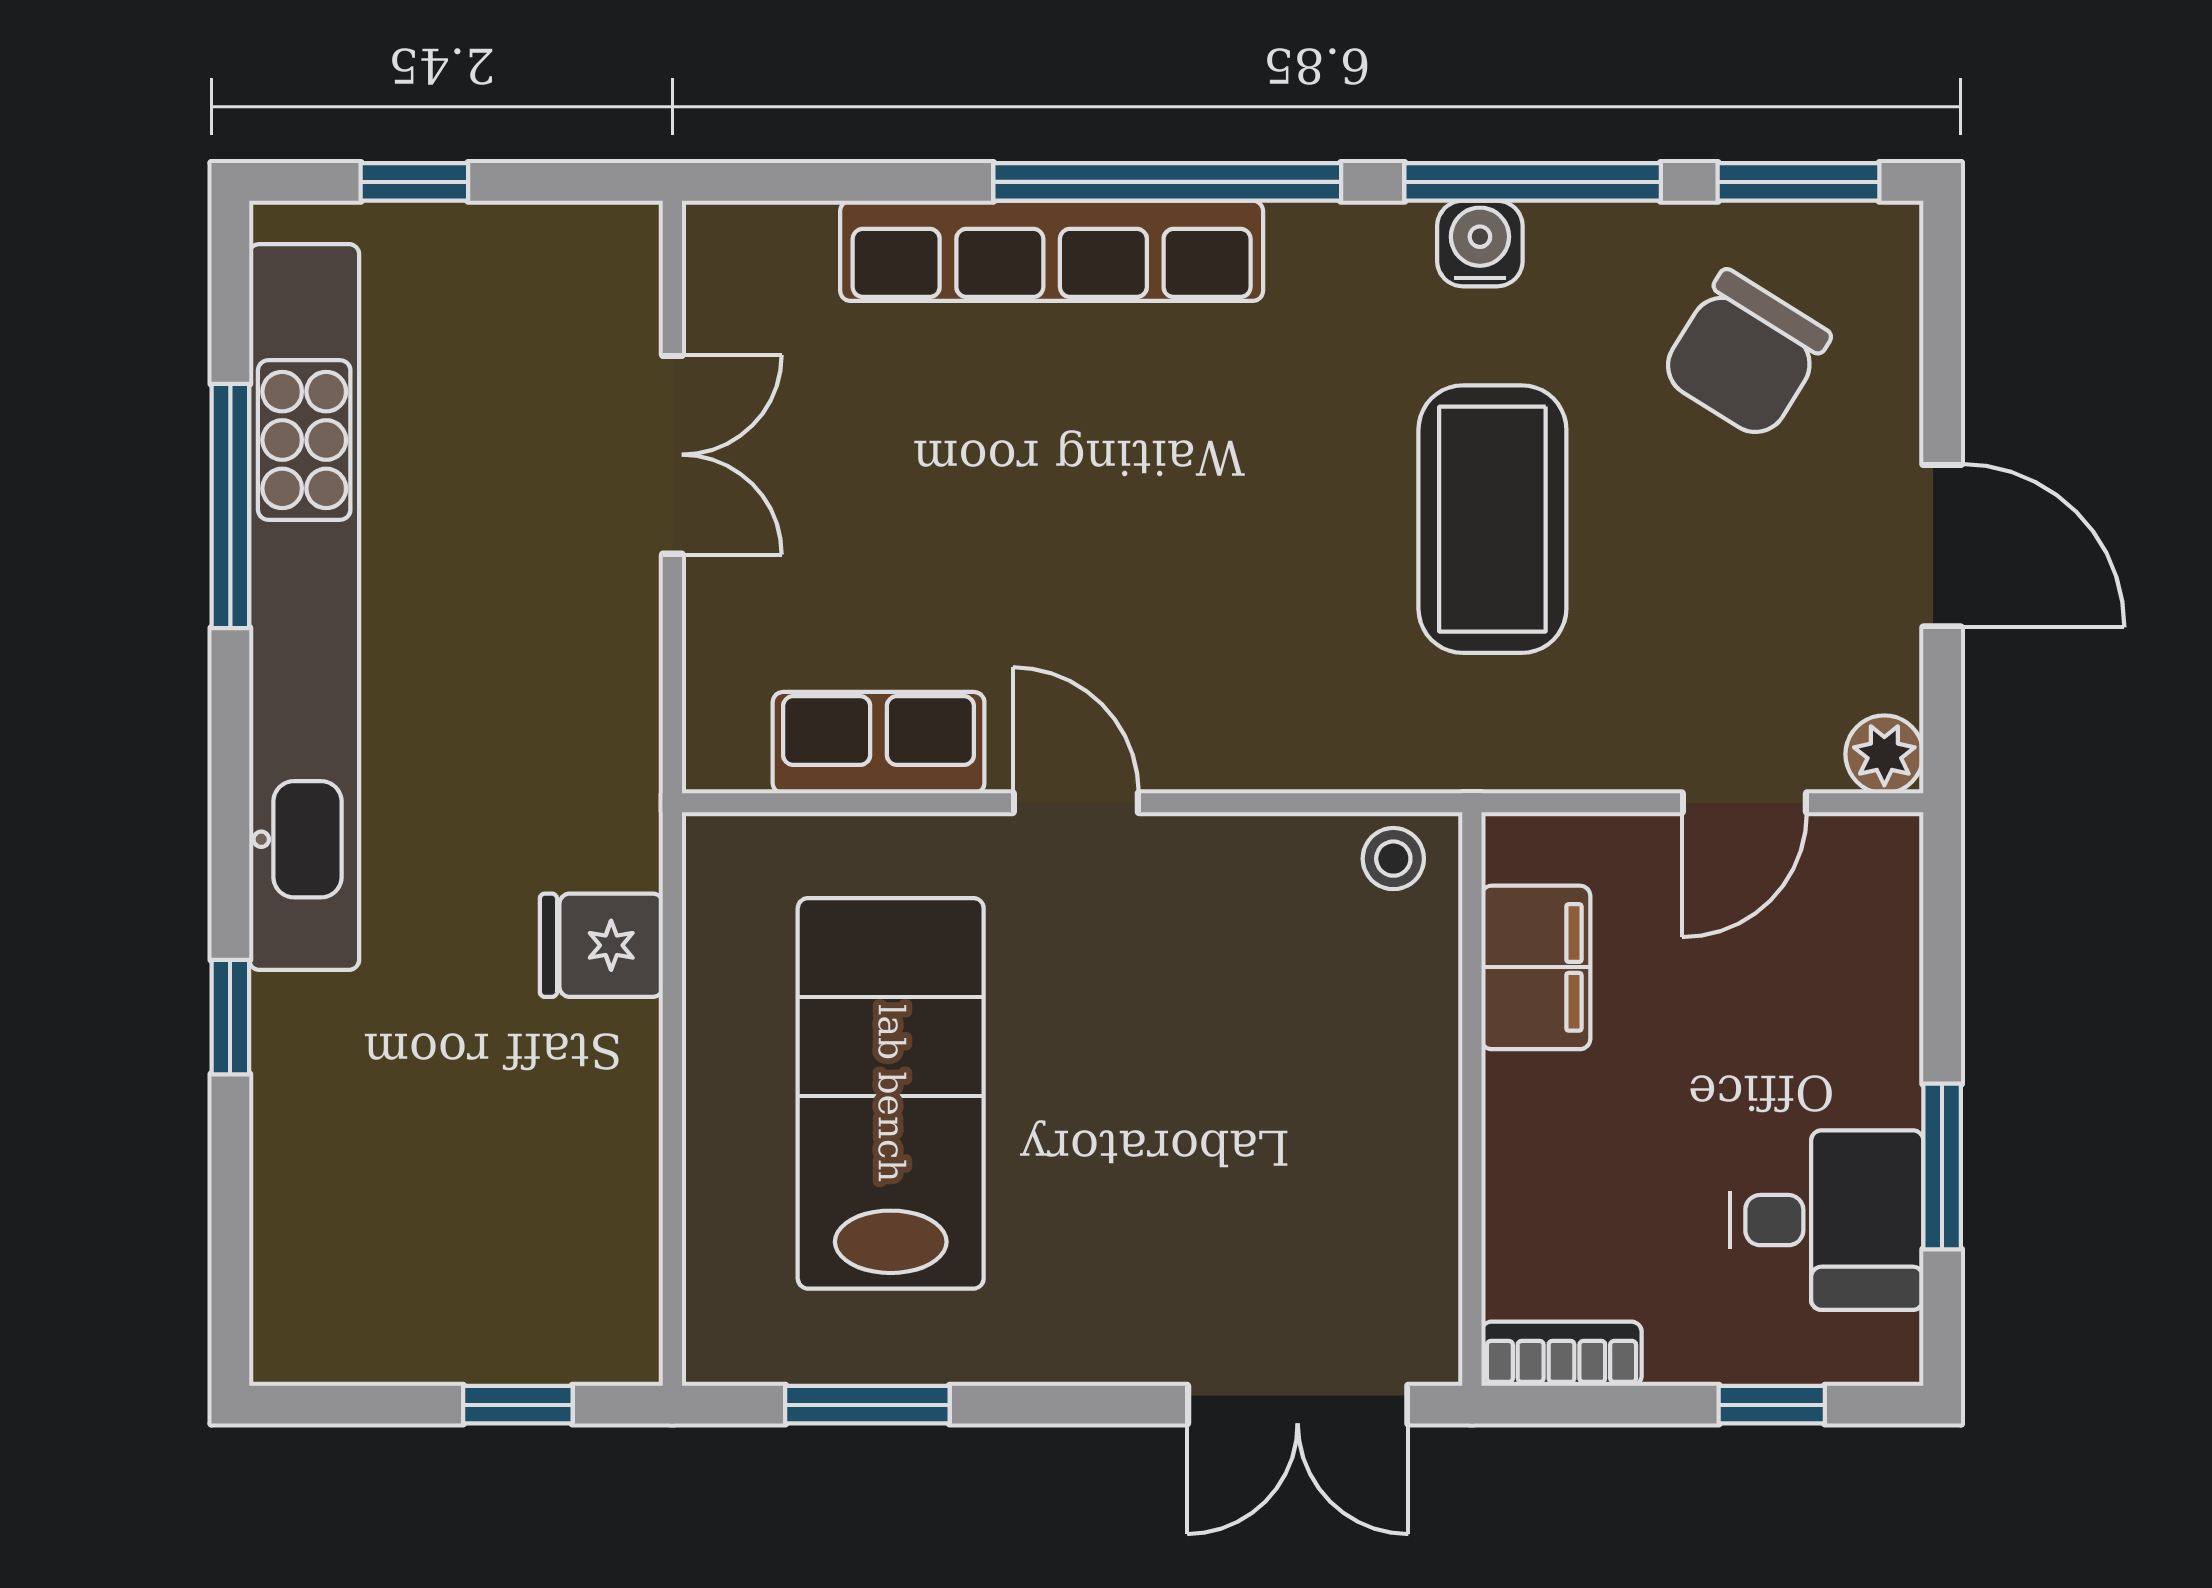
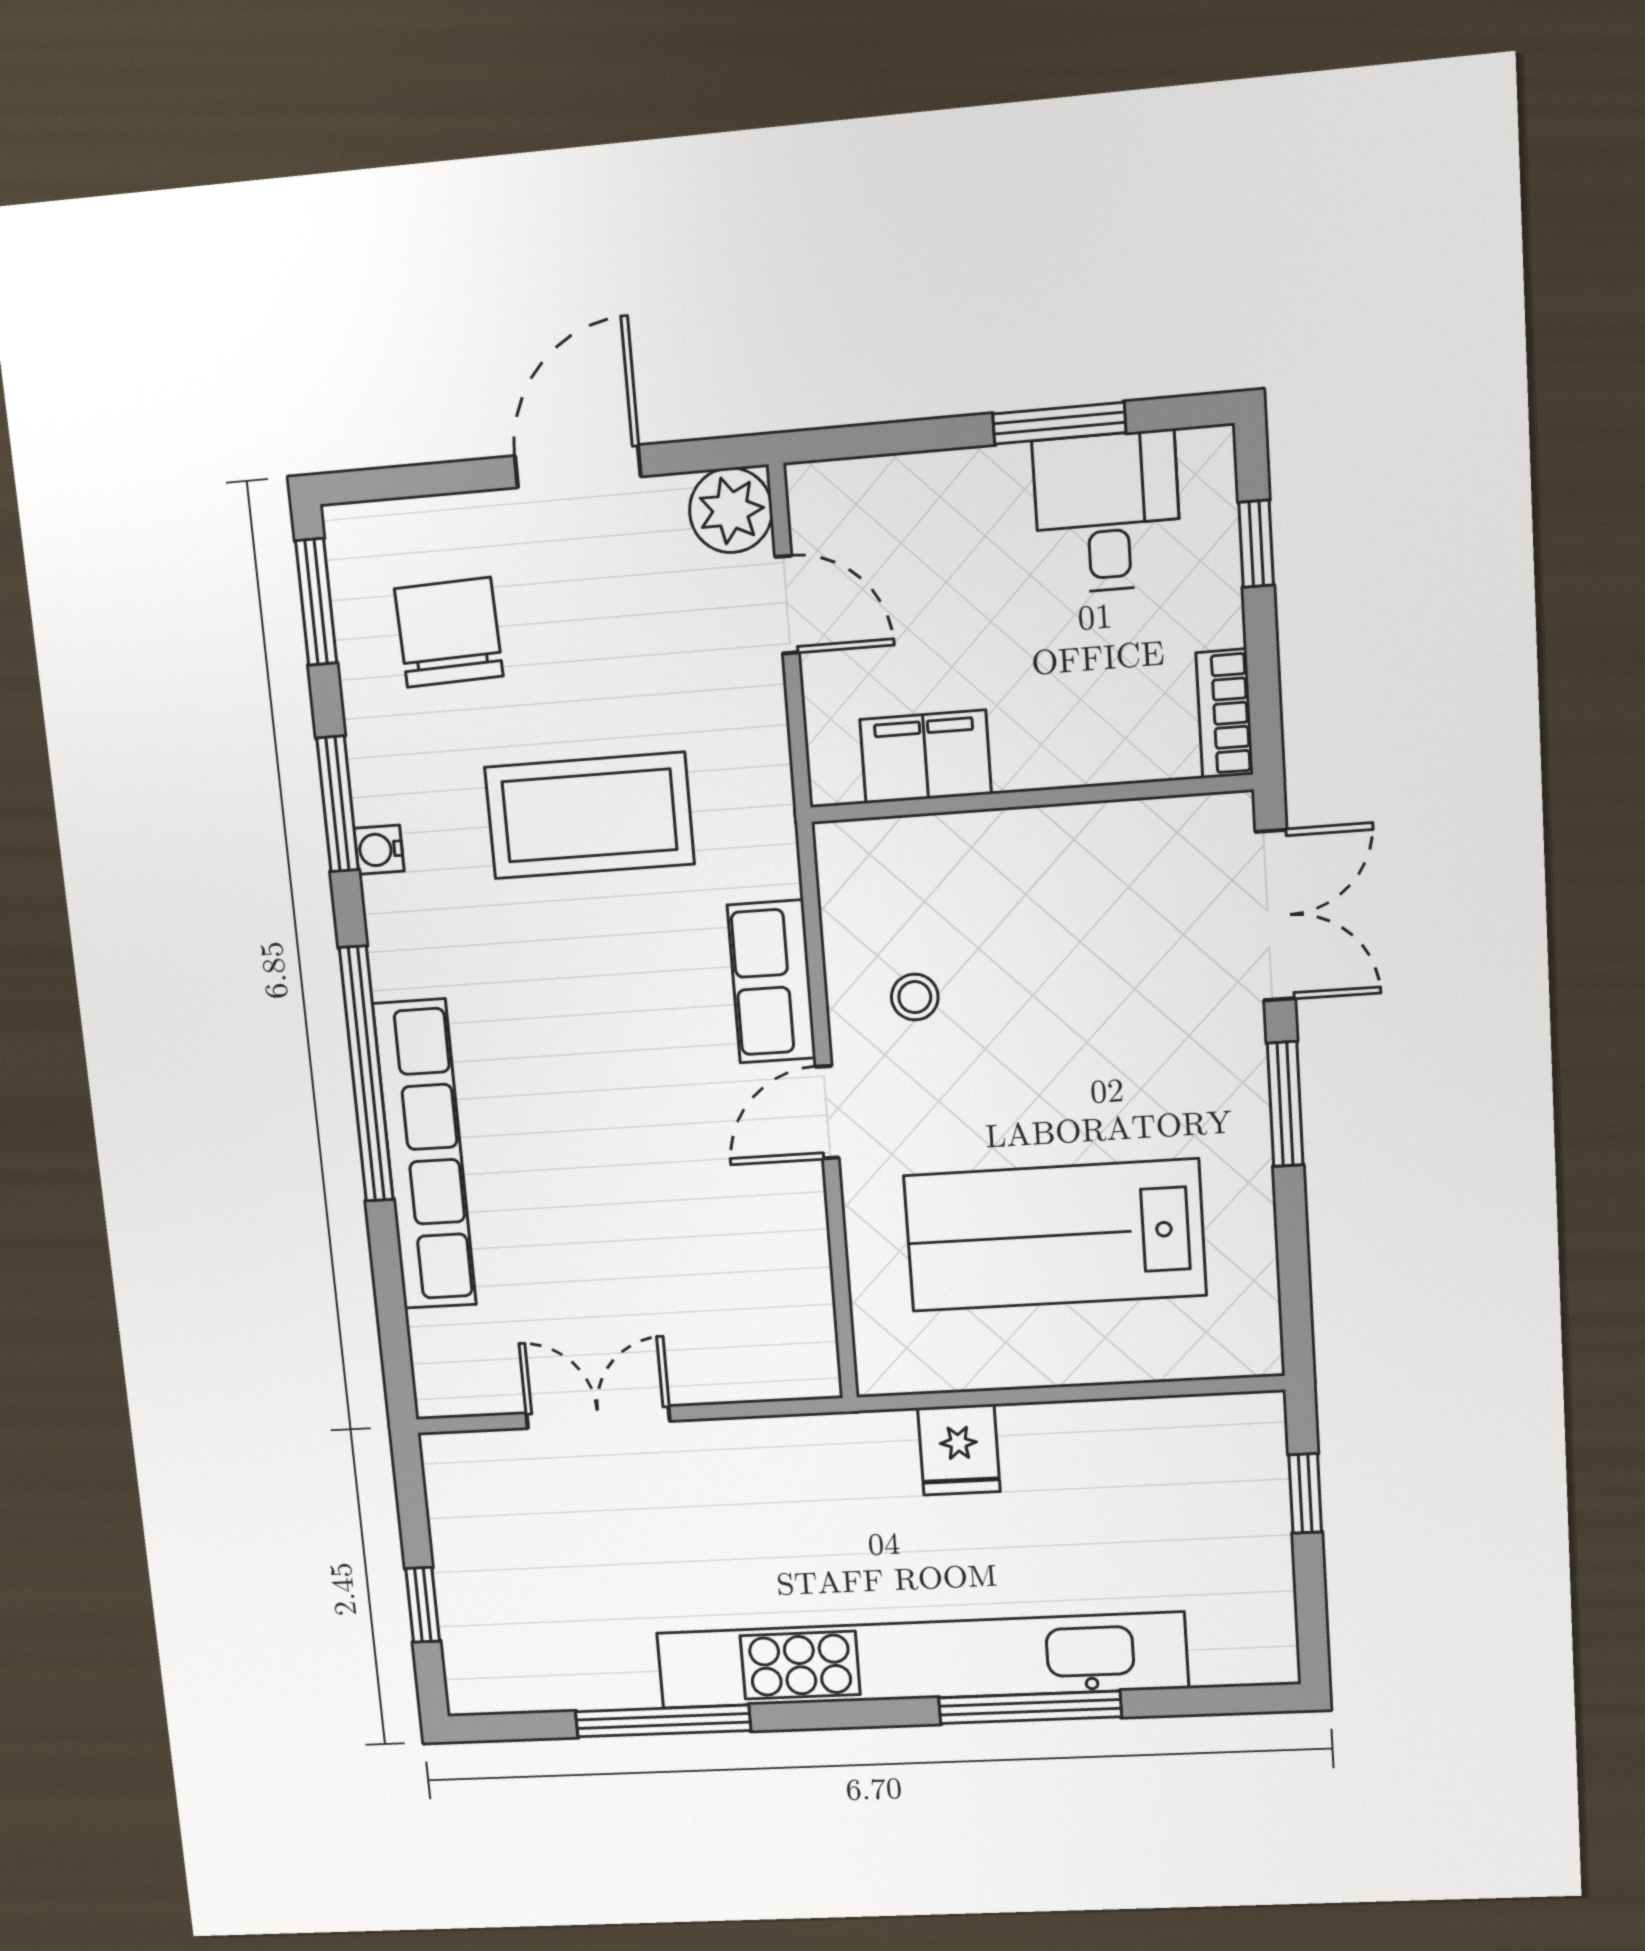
window: (1533, 182) -> (338, 804), width x0.69
water cooler: (1480, 244) -> (379, 850), width x0.72, depth x0.72
chair: (1745, 355) -> (449, 632), turned -124
kitchen unit: (304, 607) -> (921, 1660), moved
row of seats: (879, 743) -> (772, 982), moved
plant: (1884, 754) -> (731, 510), width x1.38, depth x1.38
stool: (1393, 859) -> (915, 997), moved
window: (230, 1017) -> (1030, 1707), width x2.17
window: (867, 1405) -> (1285, 1104), moved

